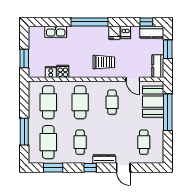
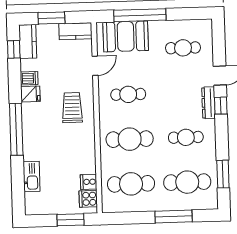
cooker: (63, 71) -> (88, 199), moved
window: (90, 168) -> (221, 106), moved

